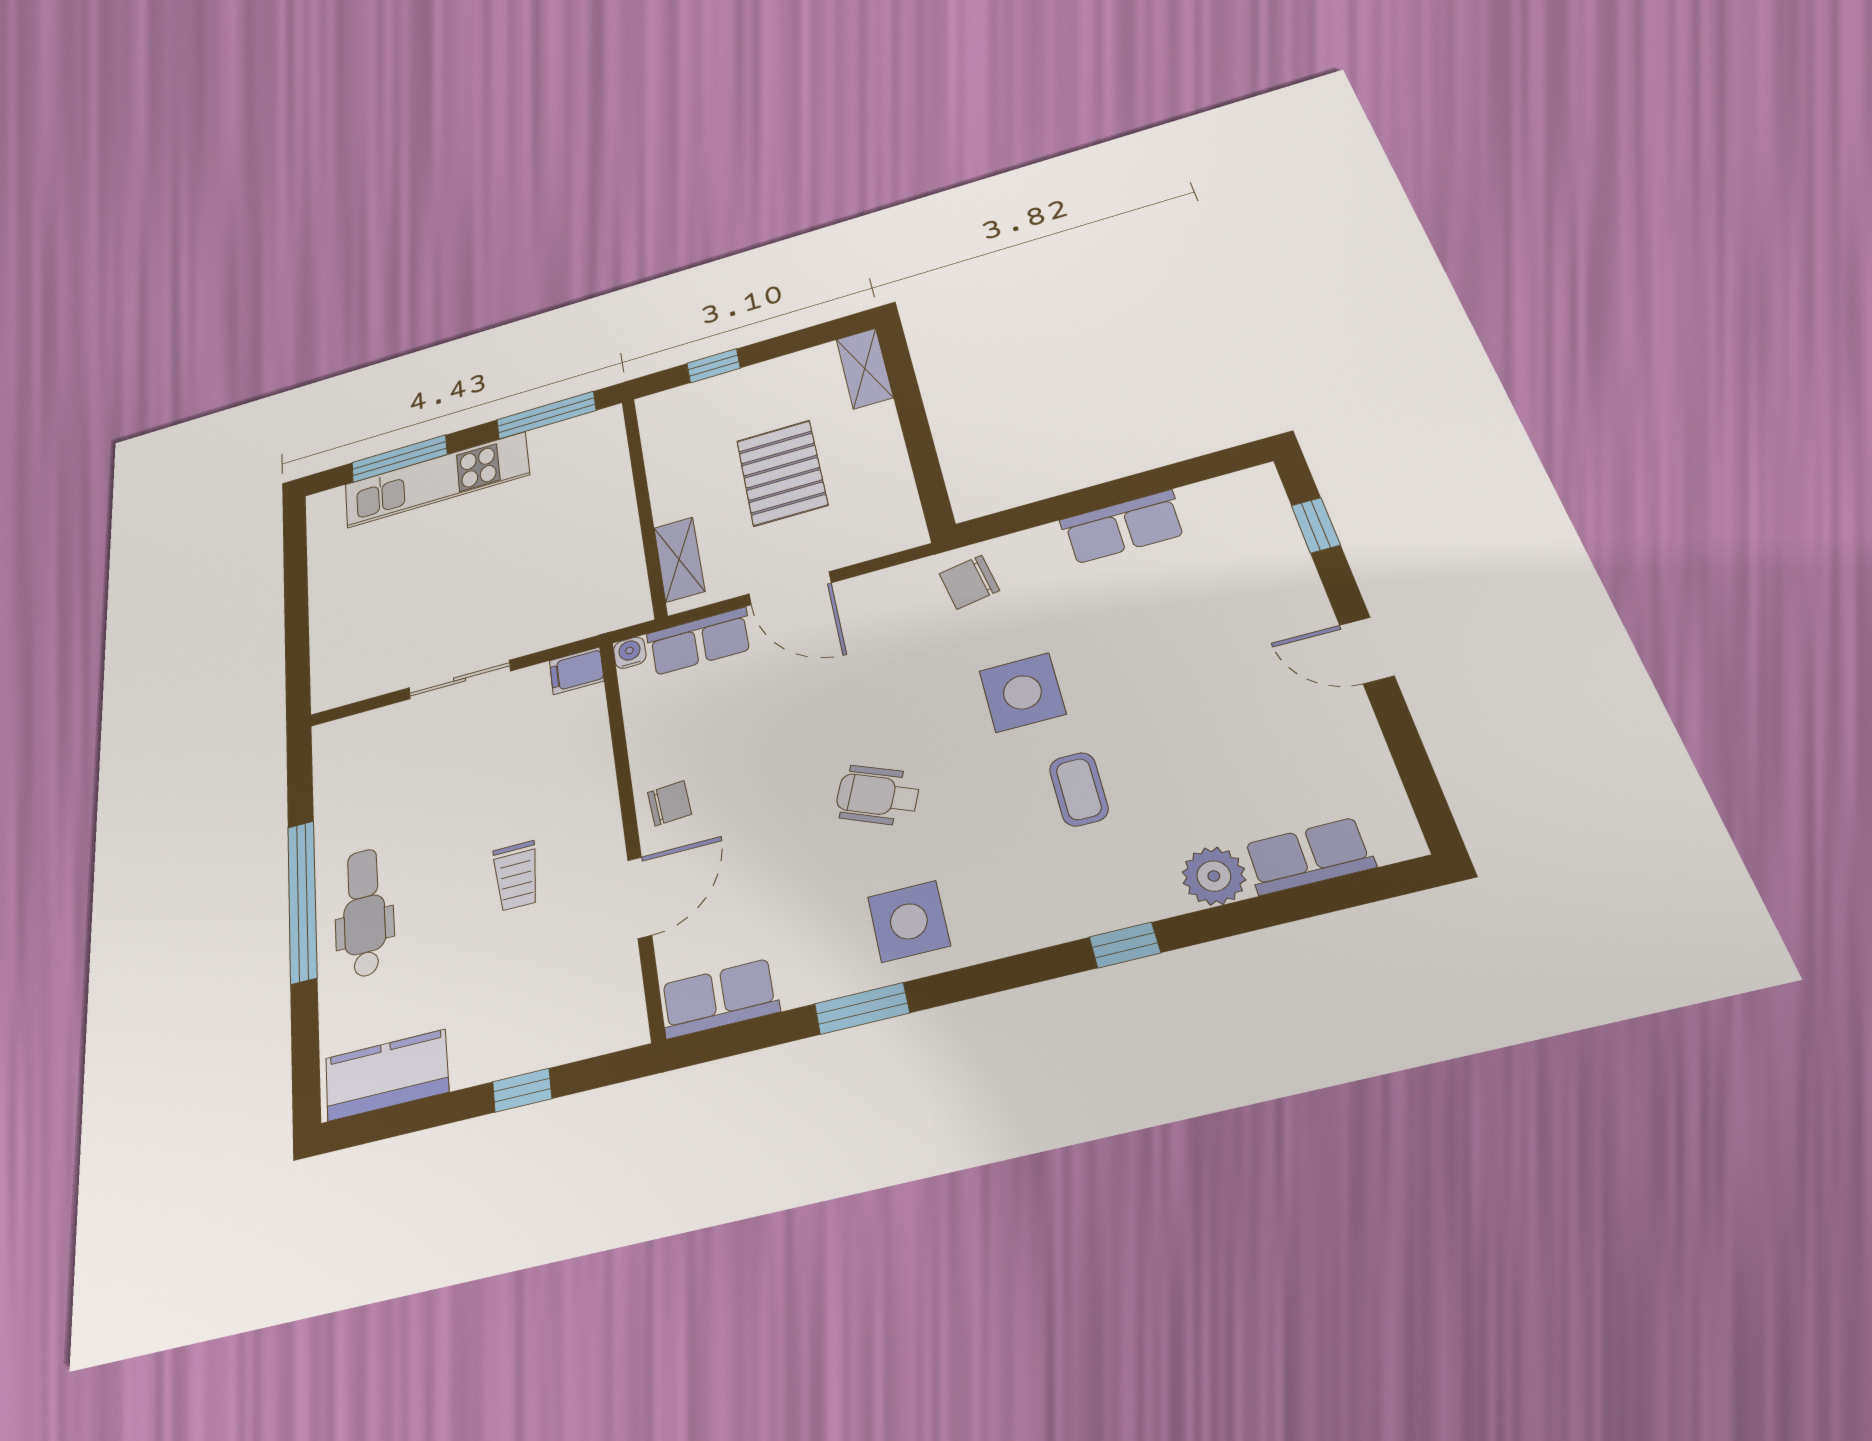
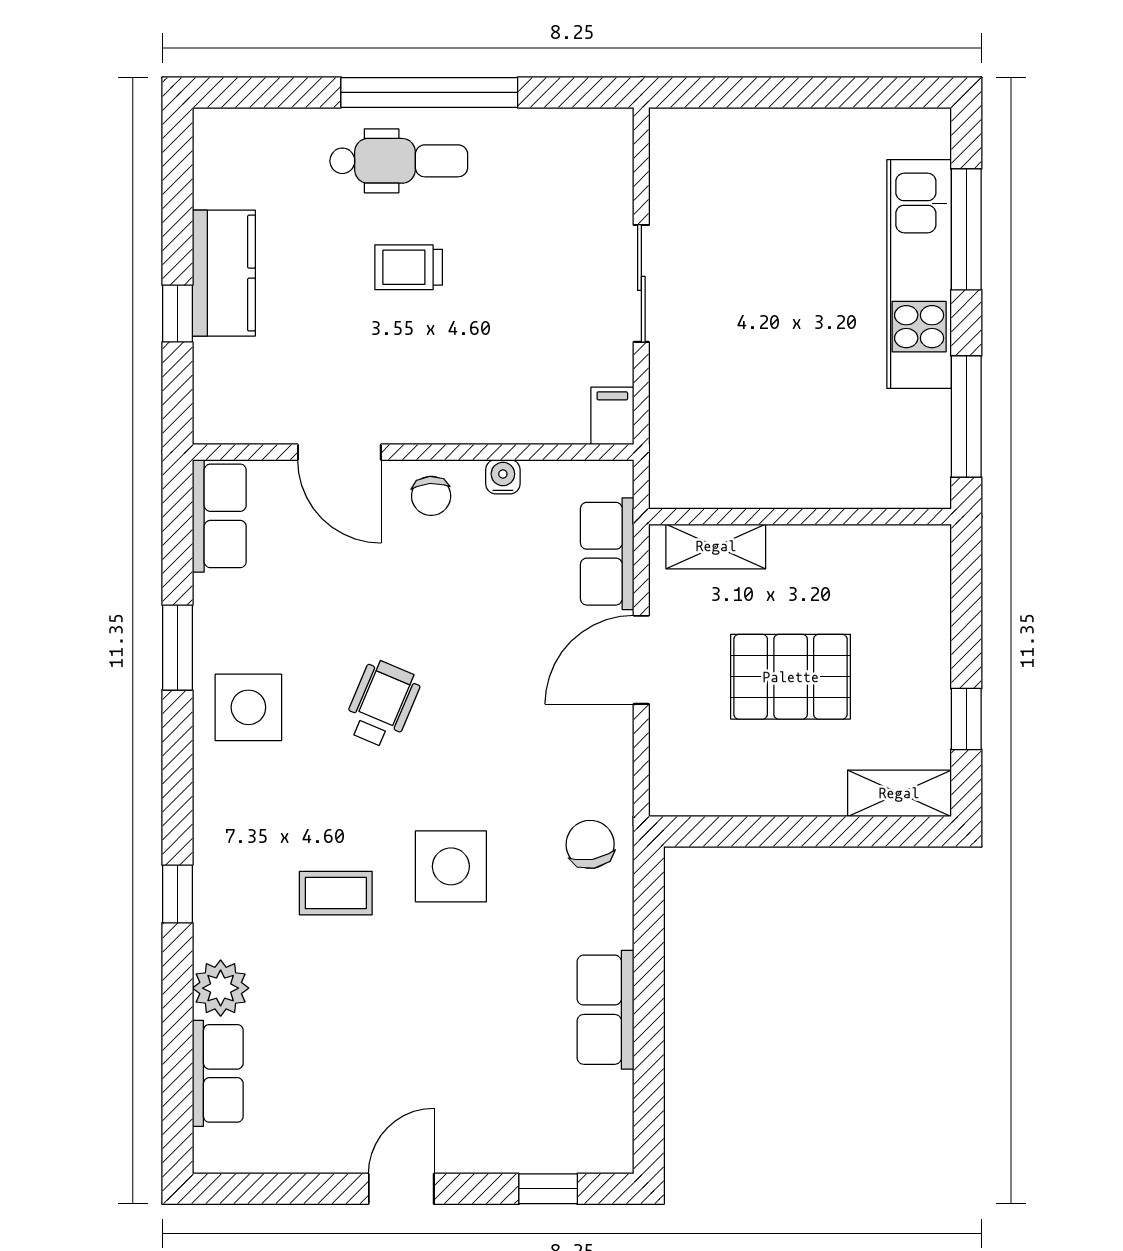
window: (713, 366) -> (966, 719), moved
water cooler: (630, 653) -> (503, 477), moved, turned -90
trolley: (516, 876) -> (409, 267), moved
kitchen counter: (387, 1075) -> (224, 273), moved

